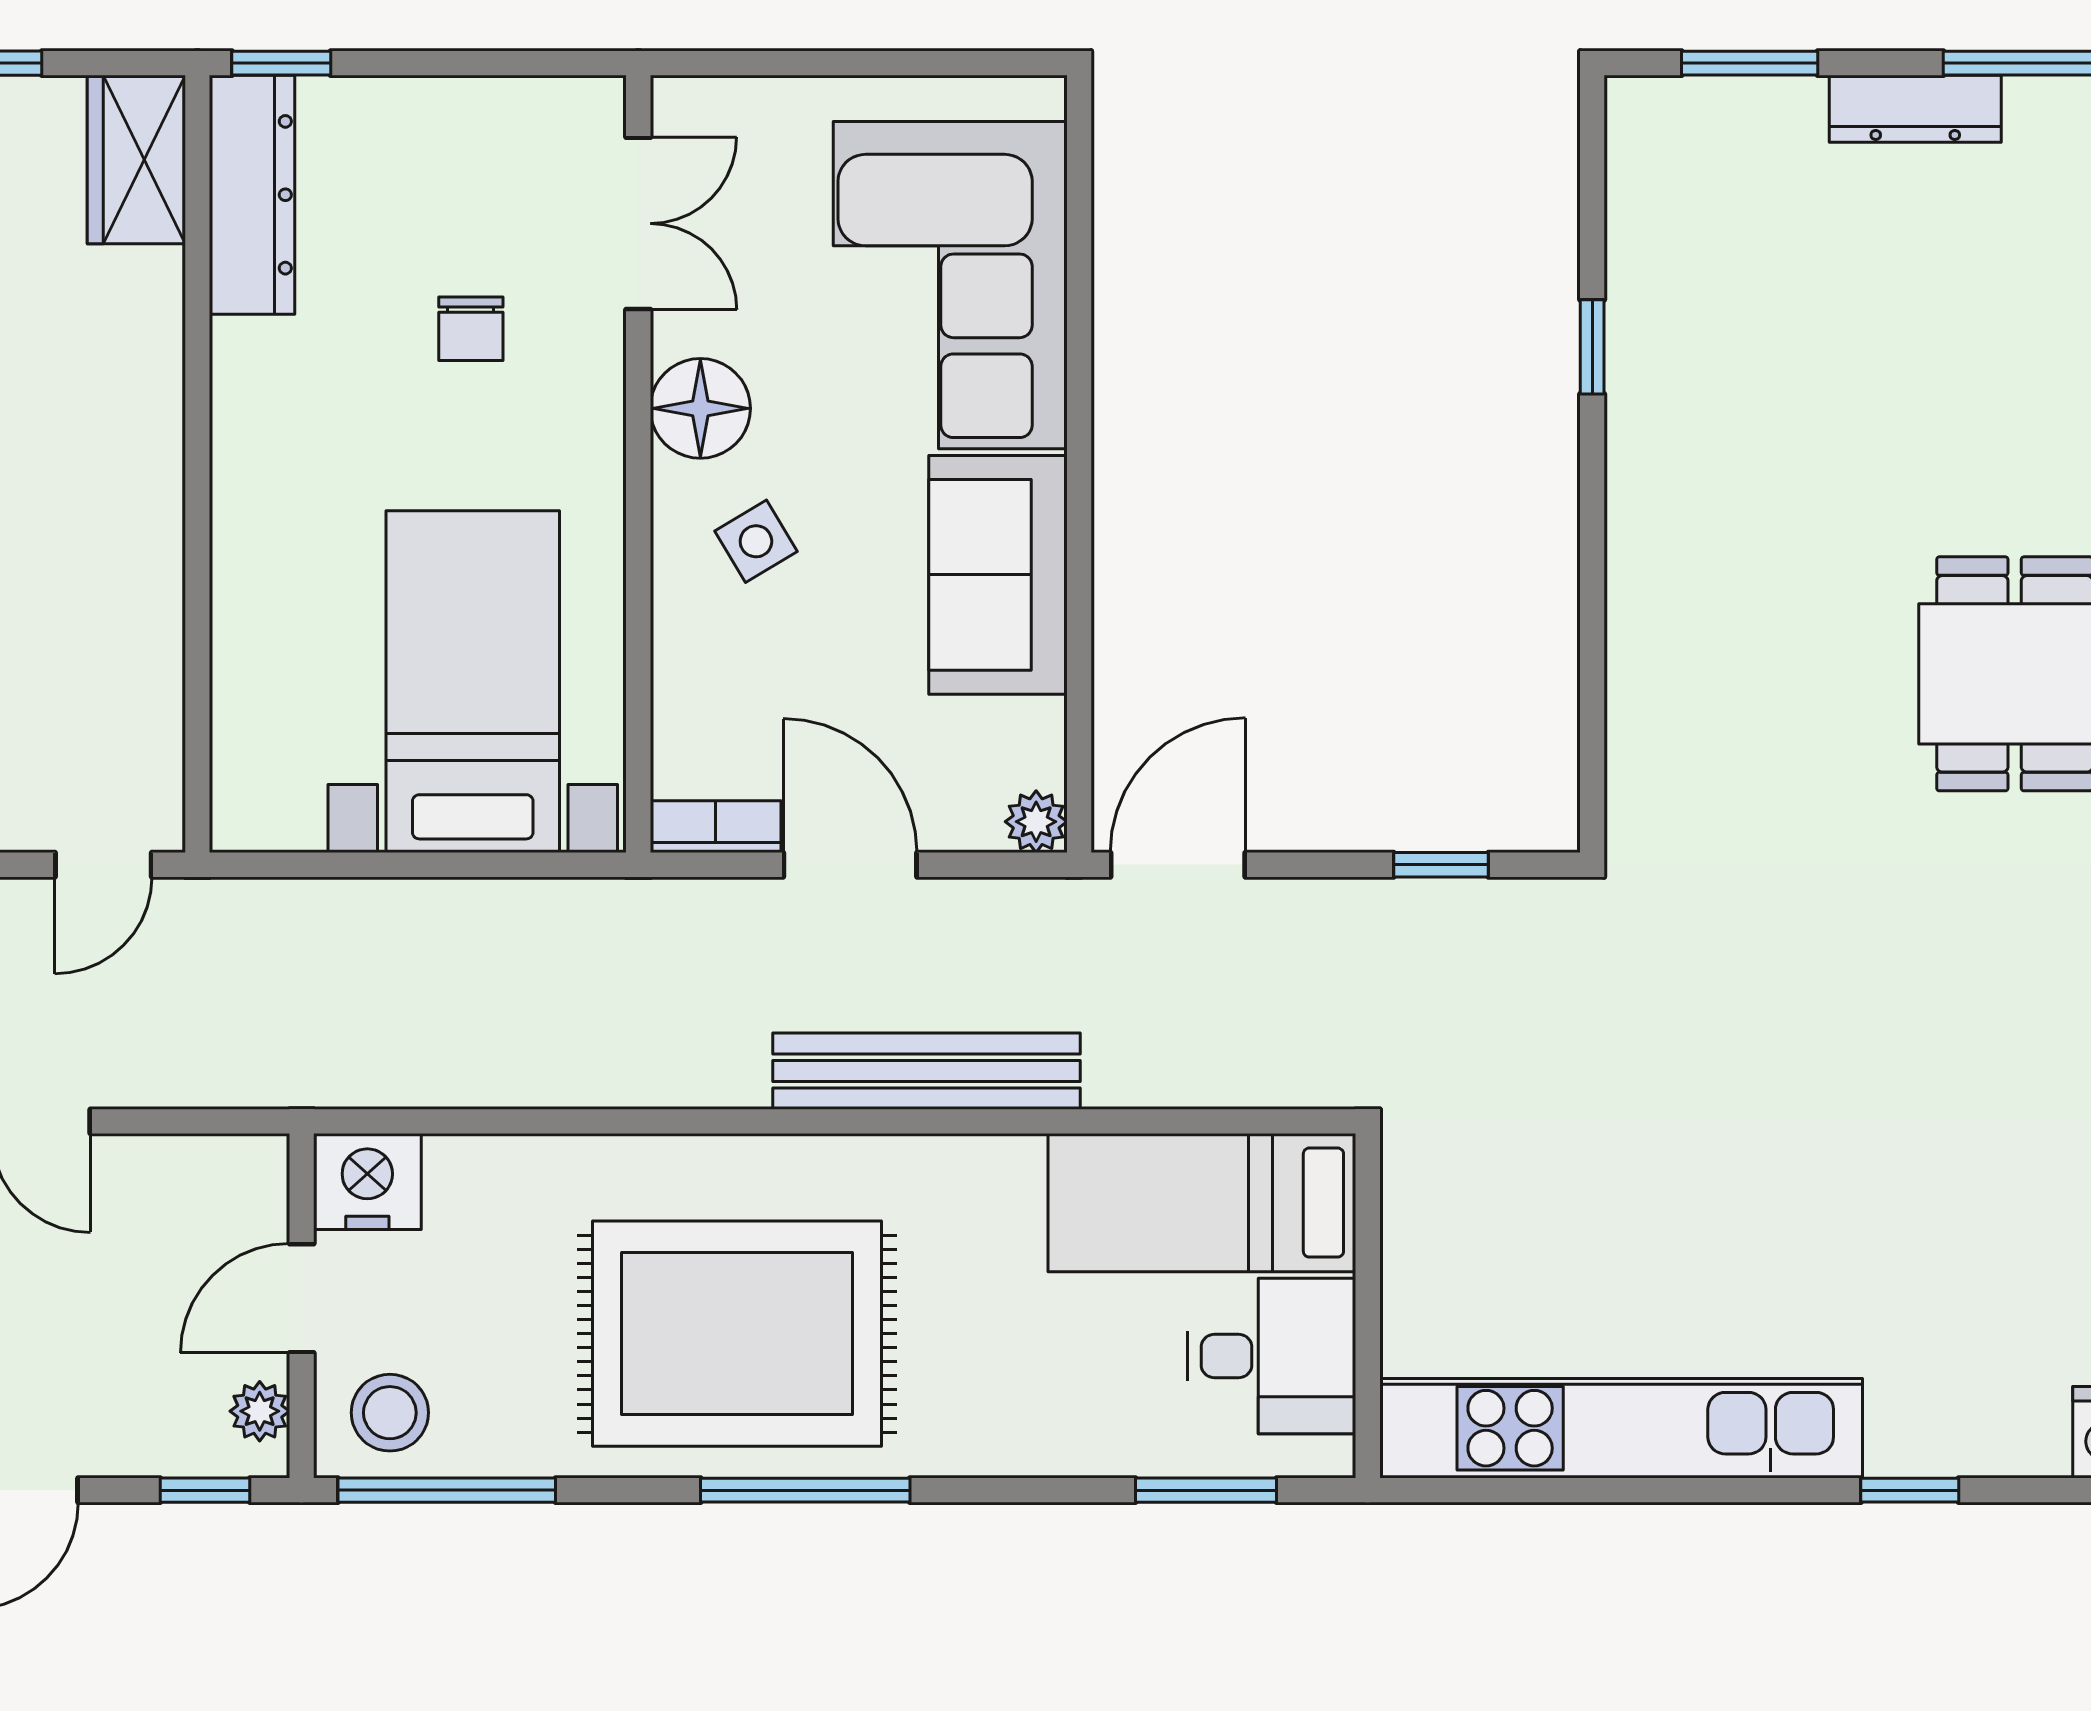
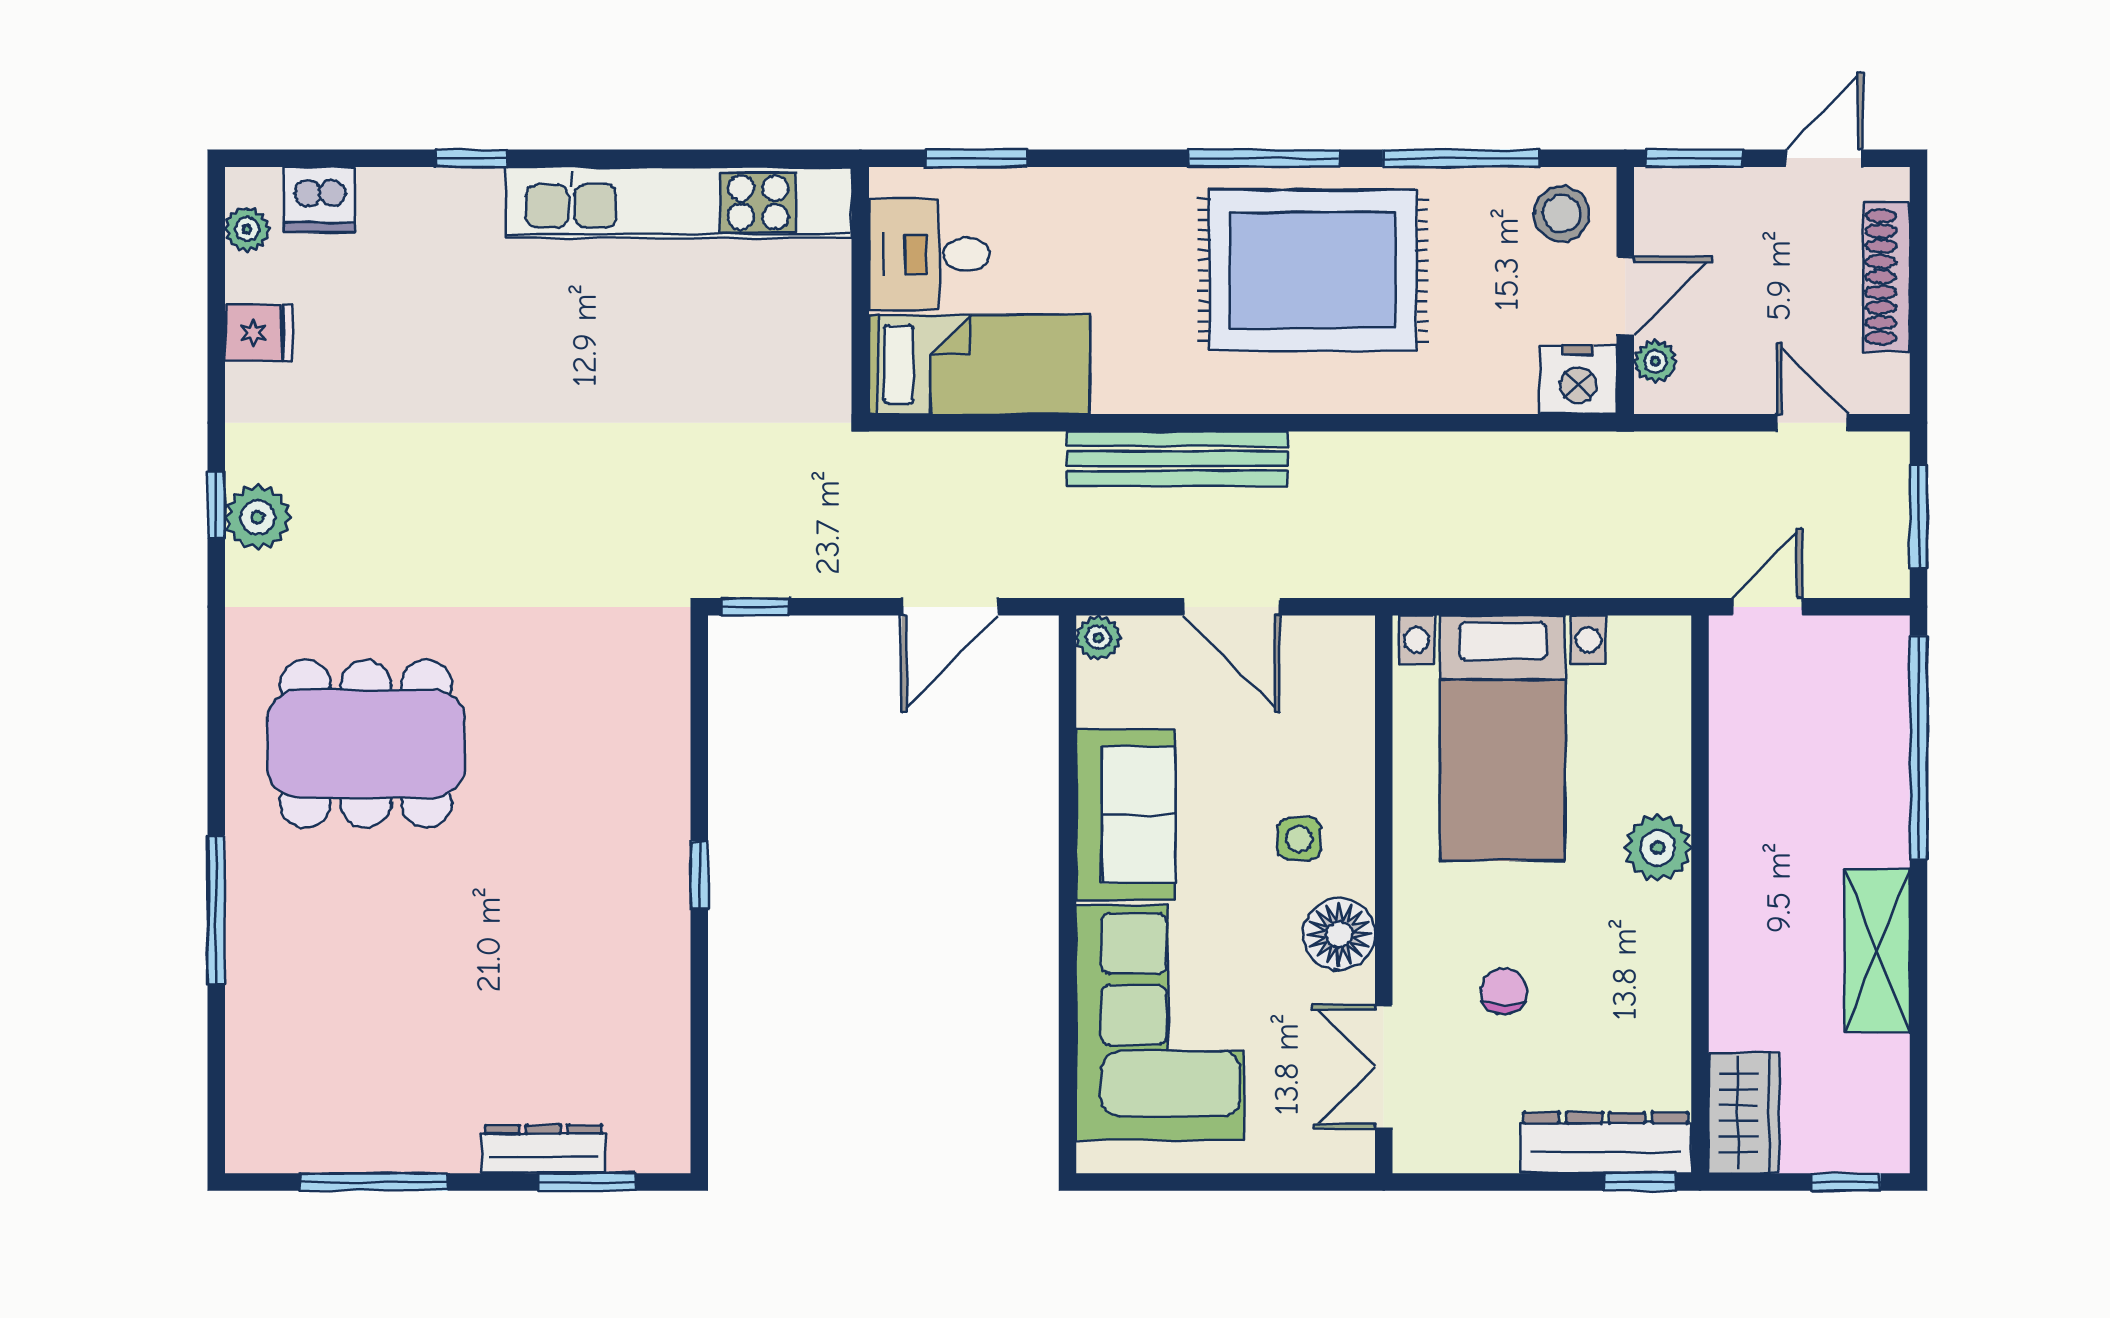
dresser: (1915, 109) -> (543, 1149), moved
dresser: (252, 195) -> (1606, 1143), moved, turned 90
window: (1592, 347) -> (699, 875), moved
plant: (256, 529) -> (1658, 848), added
side table: (756, 541) -> (1299, 839), turned 31
bookcase: (716, 827) -> (1328, 634), removed
door: (1178, 865) -> (950, 607), moved
window: (1441, 865) -> (755, 607), moved
plant: (260, 1411) -> (1655, 361), moved
window: (205, 1490) -> (1695, 158), width x1.50
window: (447, 1490) -> (1461, 158), moved

